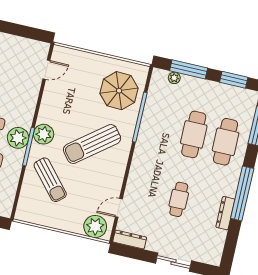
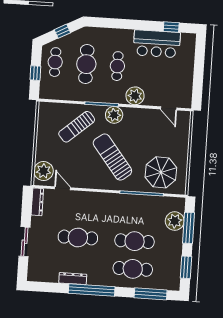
plant: (174, 78) -> (175, 221), width x1.87, depth x1.87
plant: (18, 138) -> (135, 96), moved
cafe table: (179, 199) -> (78, 237), width x1.37, depth x1.35

